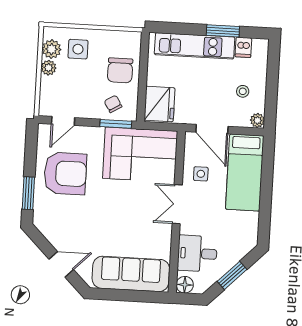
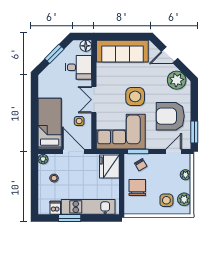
plant: (49, 68) -> (185, 175), moved
window: (28, 193) -> (194, 132), moved
double door: (177, 204) -> (94, 100), swing flipped
side table: (116, 206) -> (135, 96), added
plant: (53, 226) -> (177, 80), added

